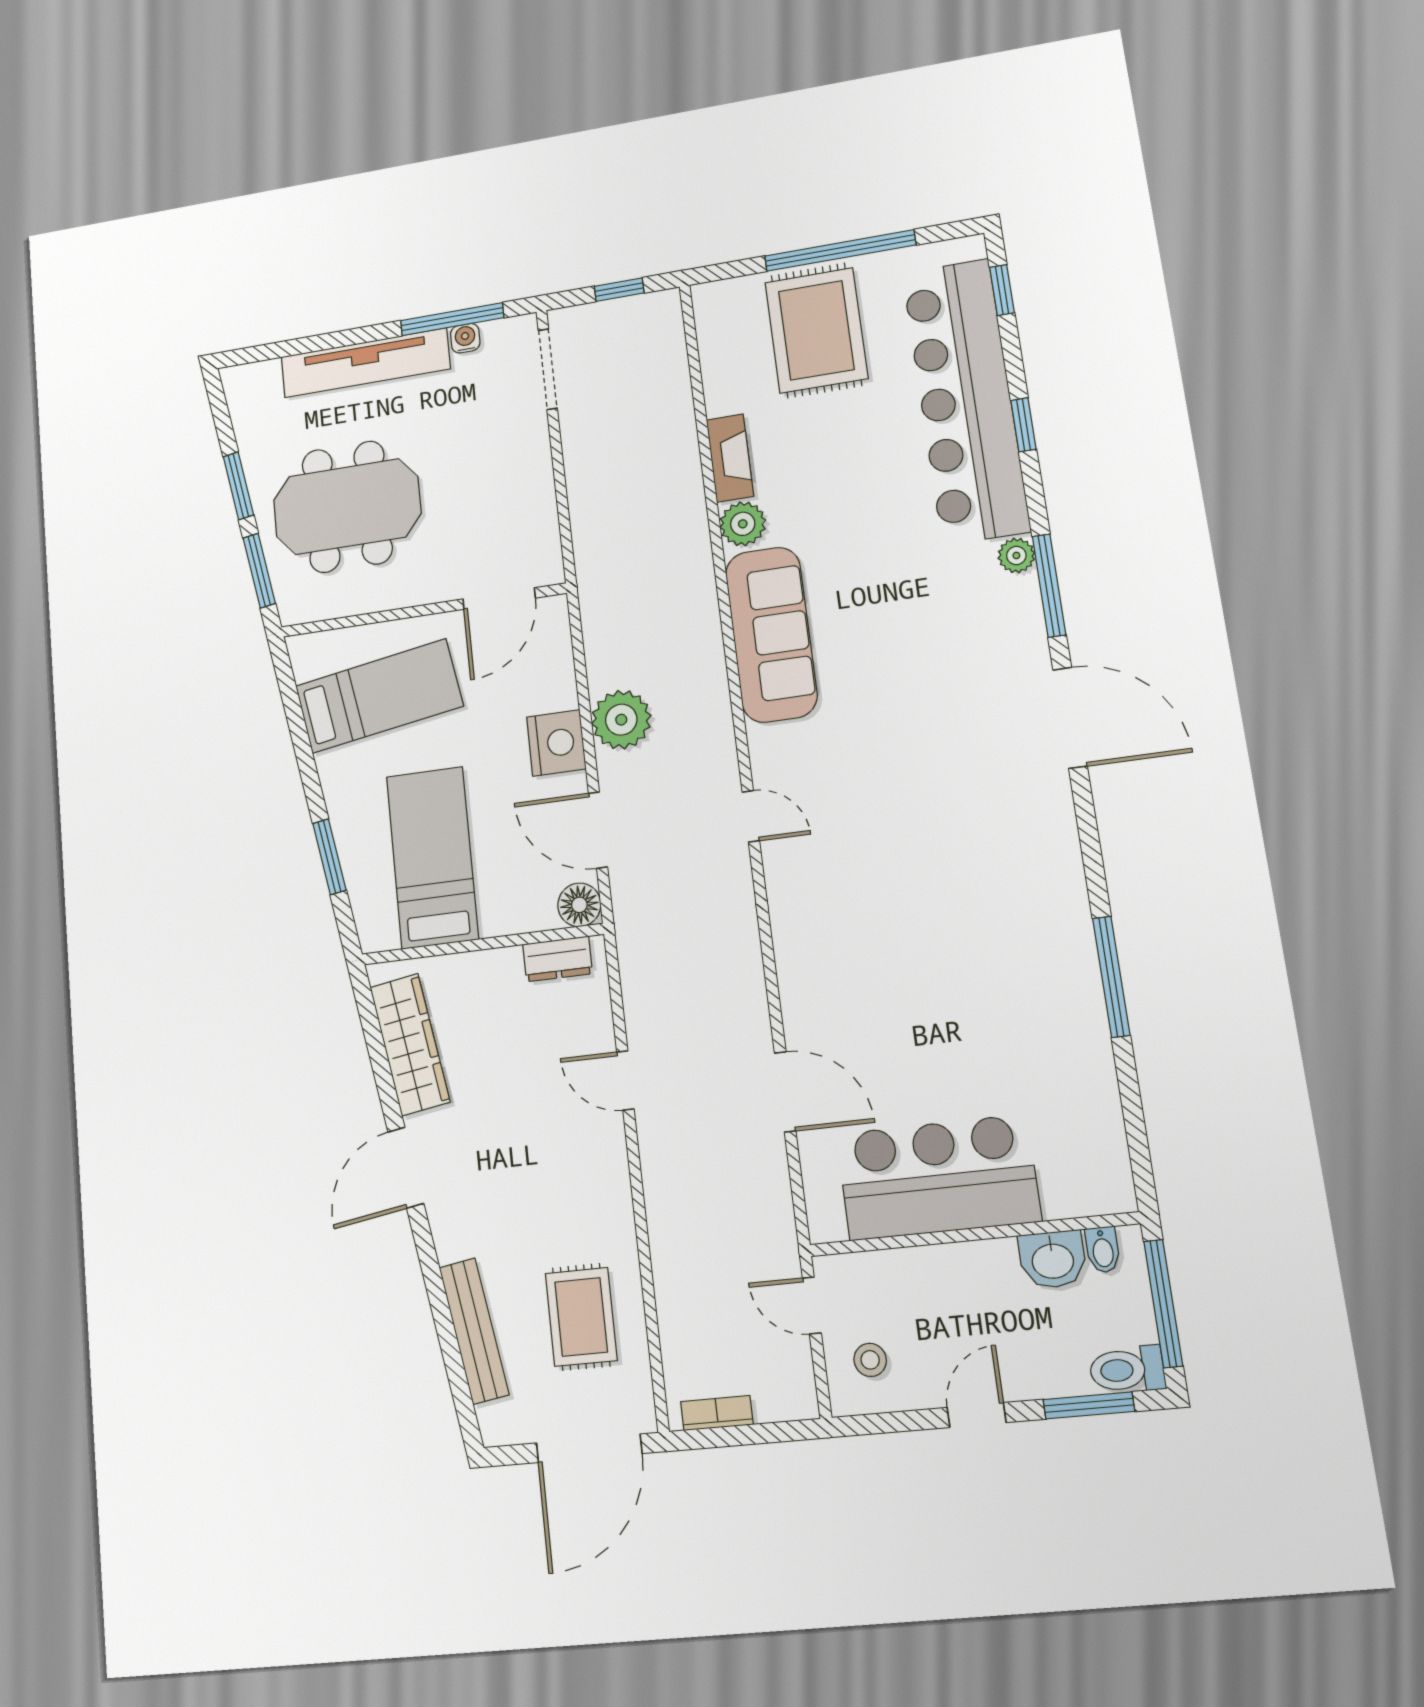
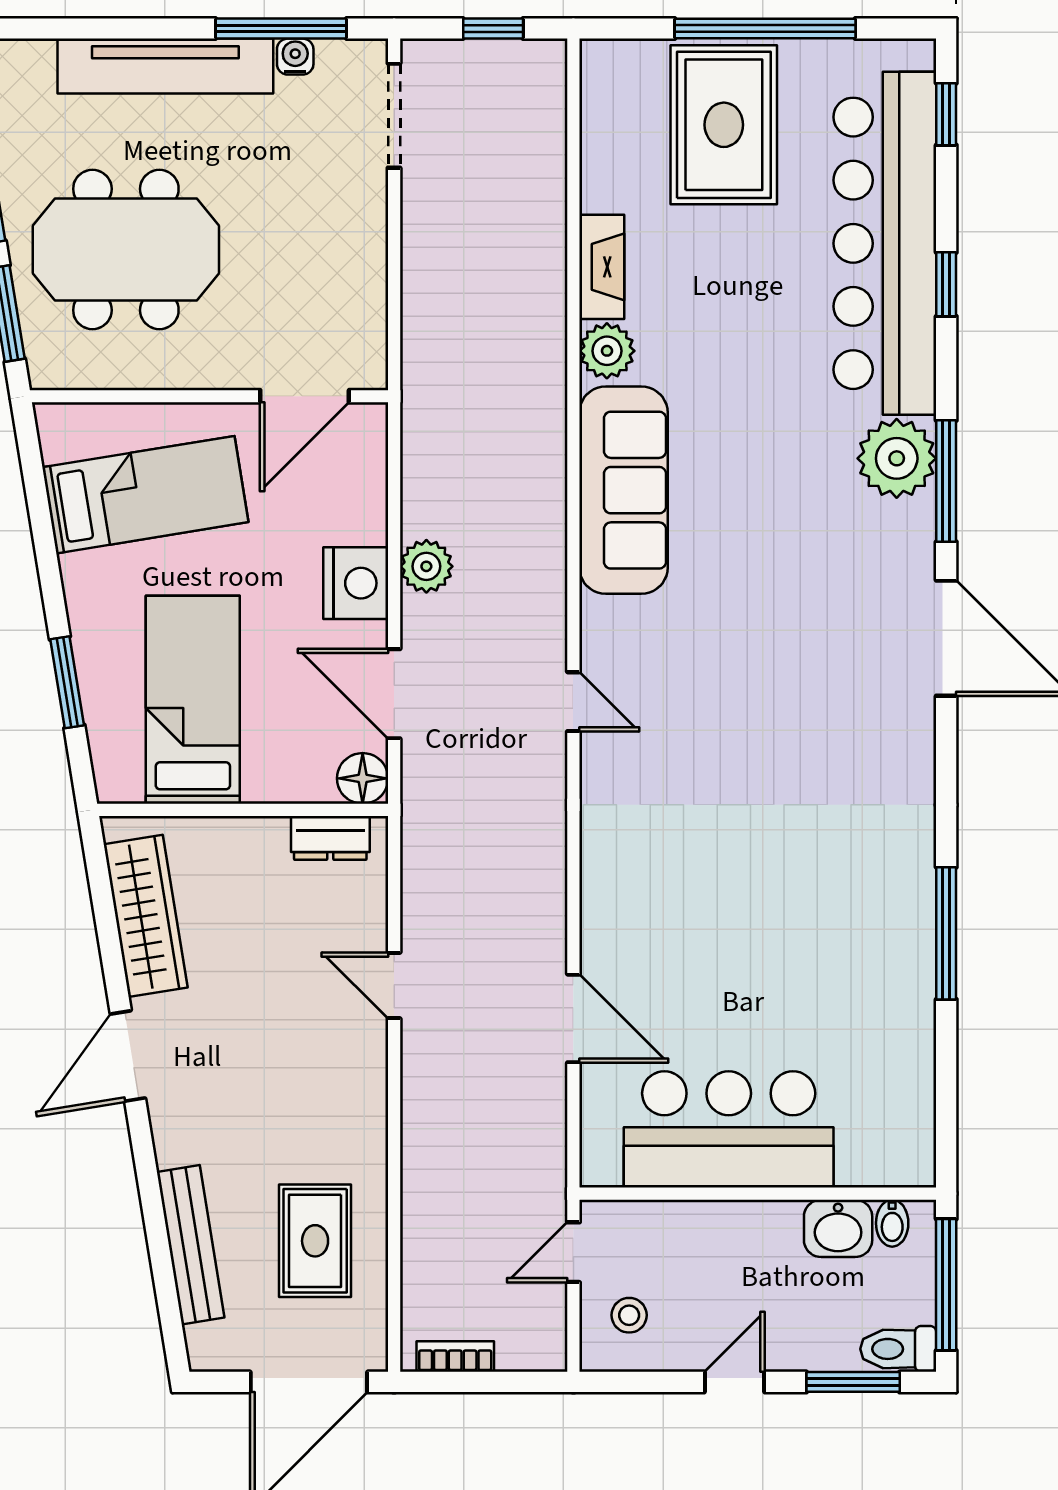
plant: (1016, 555) -> (897, 458), width x1.88, depth x1.88
plant: (621, 720) -> (426, 566), width x0.73, depth x0.73
door: (812, 1305) -> (573, 1252), hinge flipped

